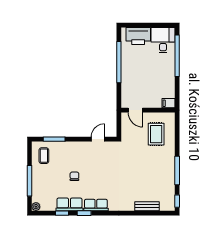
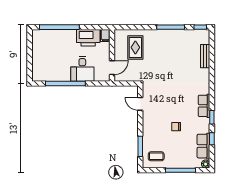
printer: (138, 36) -> (88, 38), moved, turned 90
desk: (163, 40) -> (82, 69), moved, turned -90
rug: (156, 134) -> (135, 47), turned 90
row of seats: (69, 204) -> (203, 146), moved

